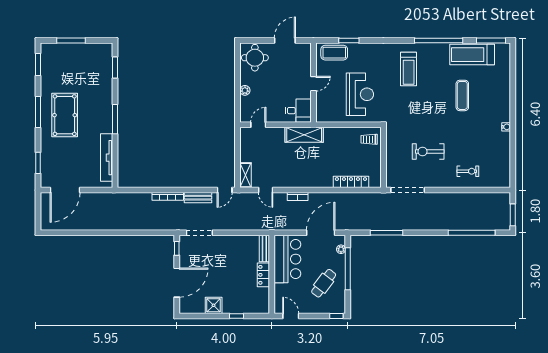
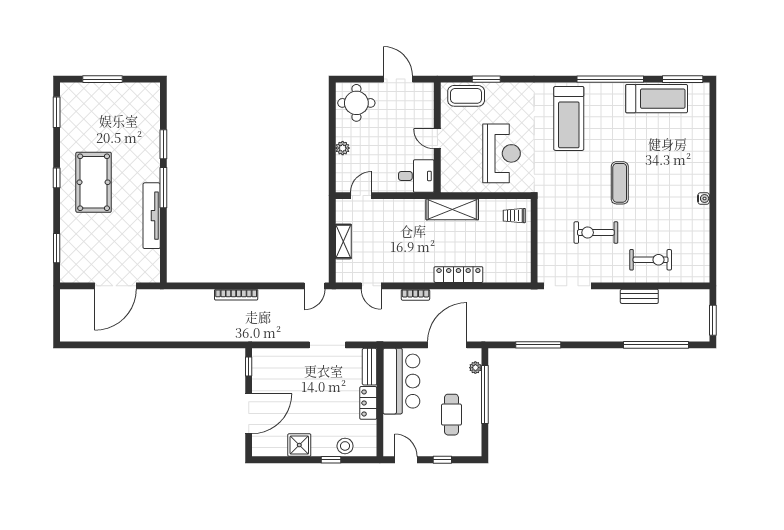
door: (285, 41) -> (398, 79), hinge flipped
treadmill: (472, 55) -> (657, 99), turned 180
window: (115, 67) -> (163, 144), moved
treadmill: (409, 69) -> (569, 118), width x1.37, depth x1.38
door: (313, 84) -> (437, 139), swing flipped
exercise mat: (462, 95) -> (620, 183), moved
window: (38, 112) -> (57, 178), width x0.46
shelving: (304, 135) -> (452, 209), moved
tv unit: (107, 158) -> (152, 216), moved
exercise bike: (468, 171) -> (651, 260), width x1.38, depth x1.39
shelving: (245, 175) -> (343, 241), moved
locker: (351, 182) -> (458, 275), moved
door: (65, 190) -> (115, 286), moved
bench: (198, 198) -> (639, 296), moved
doorway: (199, 233) -> (327, 345), moved
cafe table: (324, 283) -> (451, 415), turned -37
stool: (247, 306) -> (345, 446), added
window: (336, 316) -> (442, 460), moved

